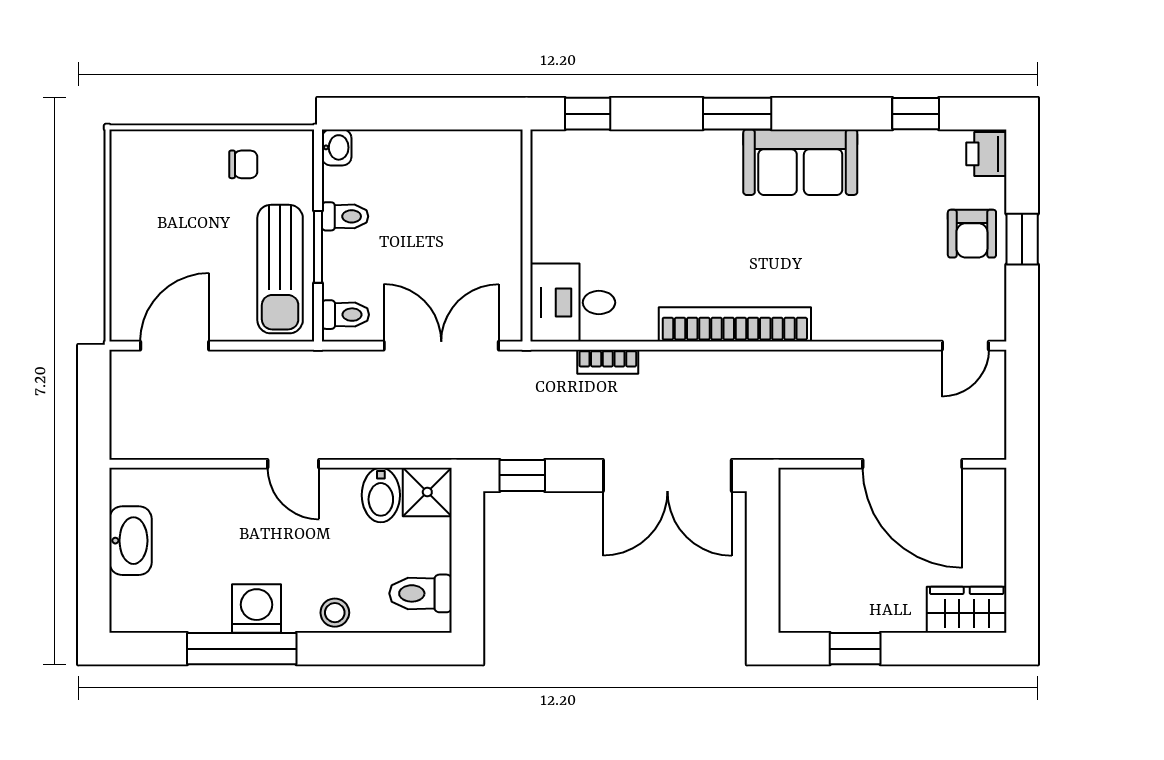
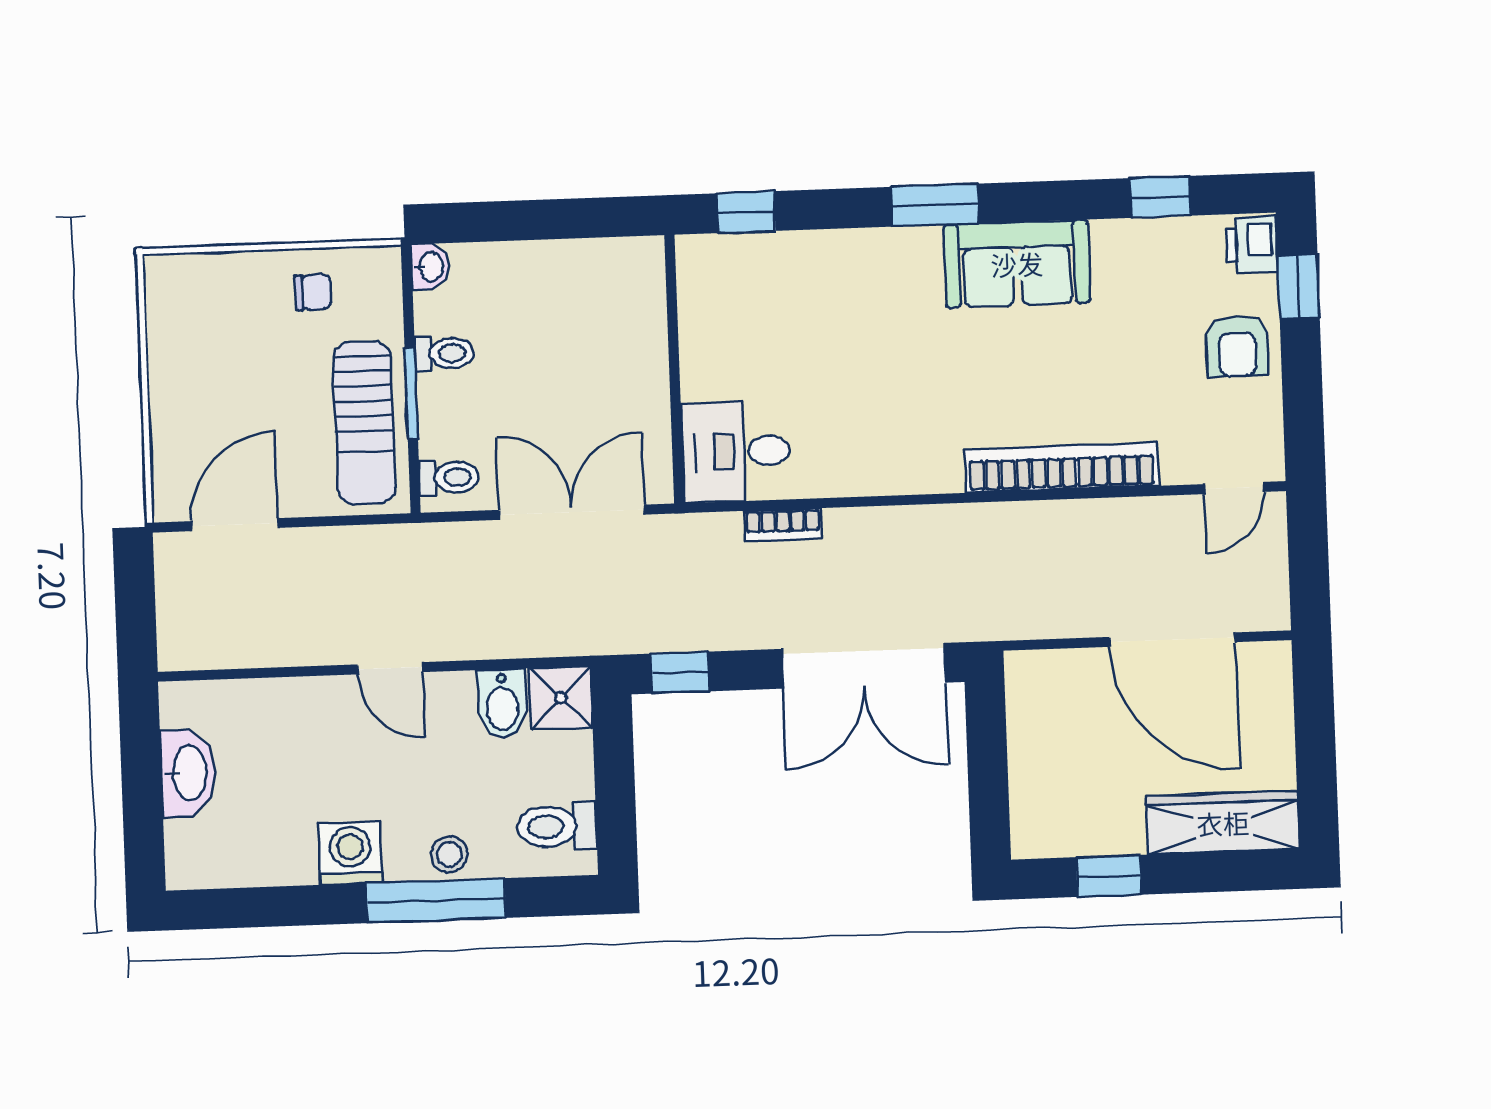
window: (1022, 239) -> (1299, 287), moved
bookcase: (735, 324) -> (1062, 467), moved
wardrobe: (967, 610) -> (1223, 823), width x1.50
window: (242, 649) -> (436, 901), moved

